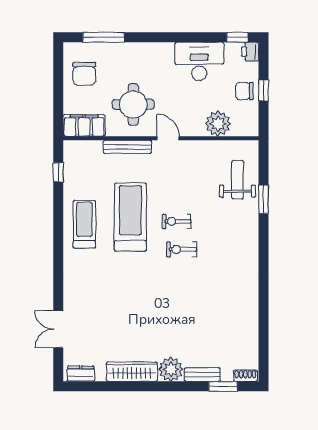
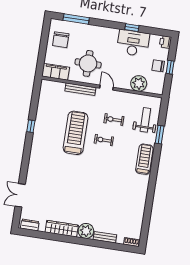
window: (237, 37) -> (132, 28), moved
window: (58, 172) -> (31, 126), moved
treadmill: (84, 224) -> (144, 159), moved
exercise bike: (182, 249) -> (114, 120), moved
window: (223, 386) -> (117, 246), removed

